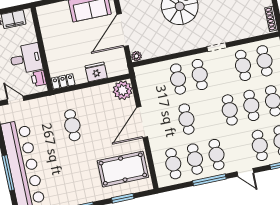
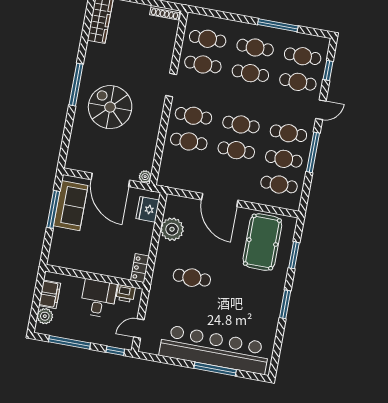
fridge: (96, 72) -> (148, 209), moved
plant: (123, 90) -> (172, 229), moved
cafe table: (230, 110) -> (241, 124), moved

